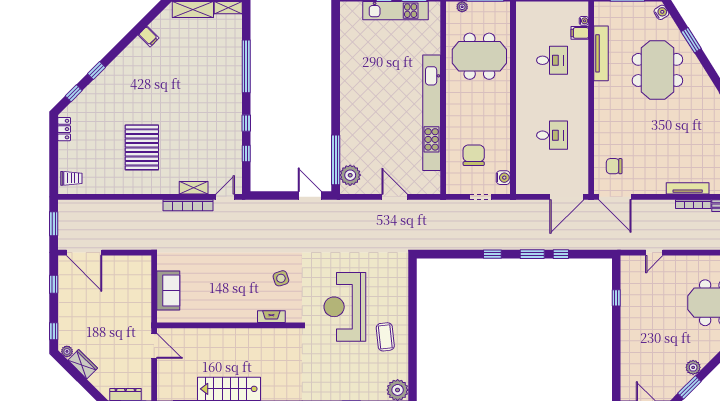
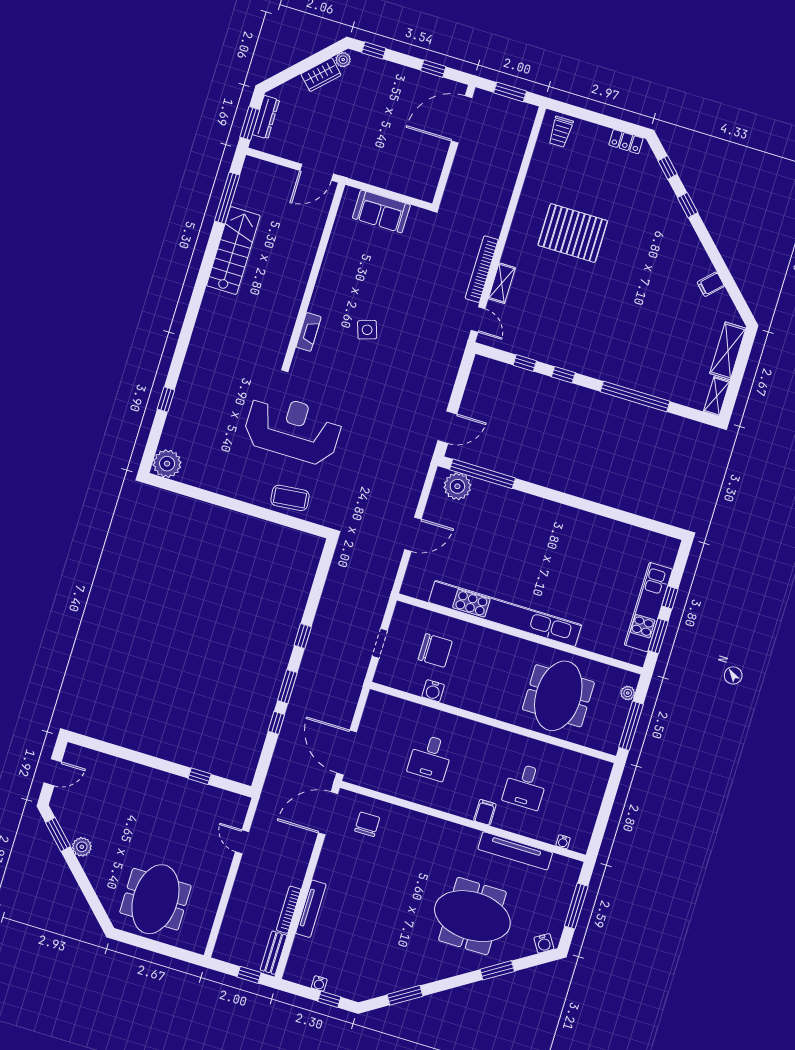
filing cabinet: (580, 33) -> (485, 812), moved
water cooler: (503, 178) -> (433, 691), moved
side table: (281, 278) -> (367, 330), moved
coffee table: (385, 337) -> (290, 498), moved

